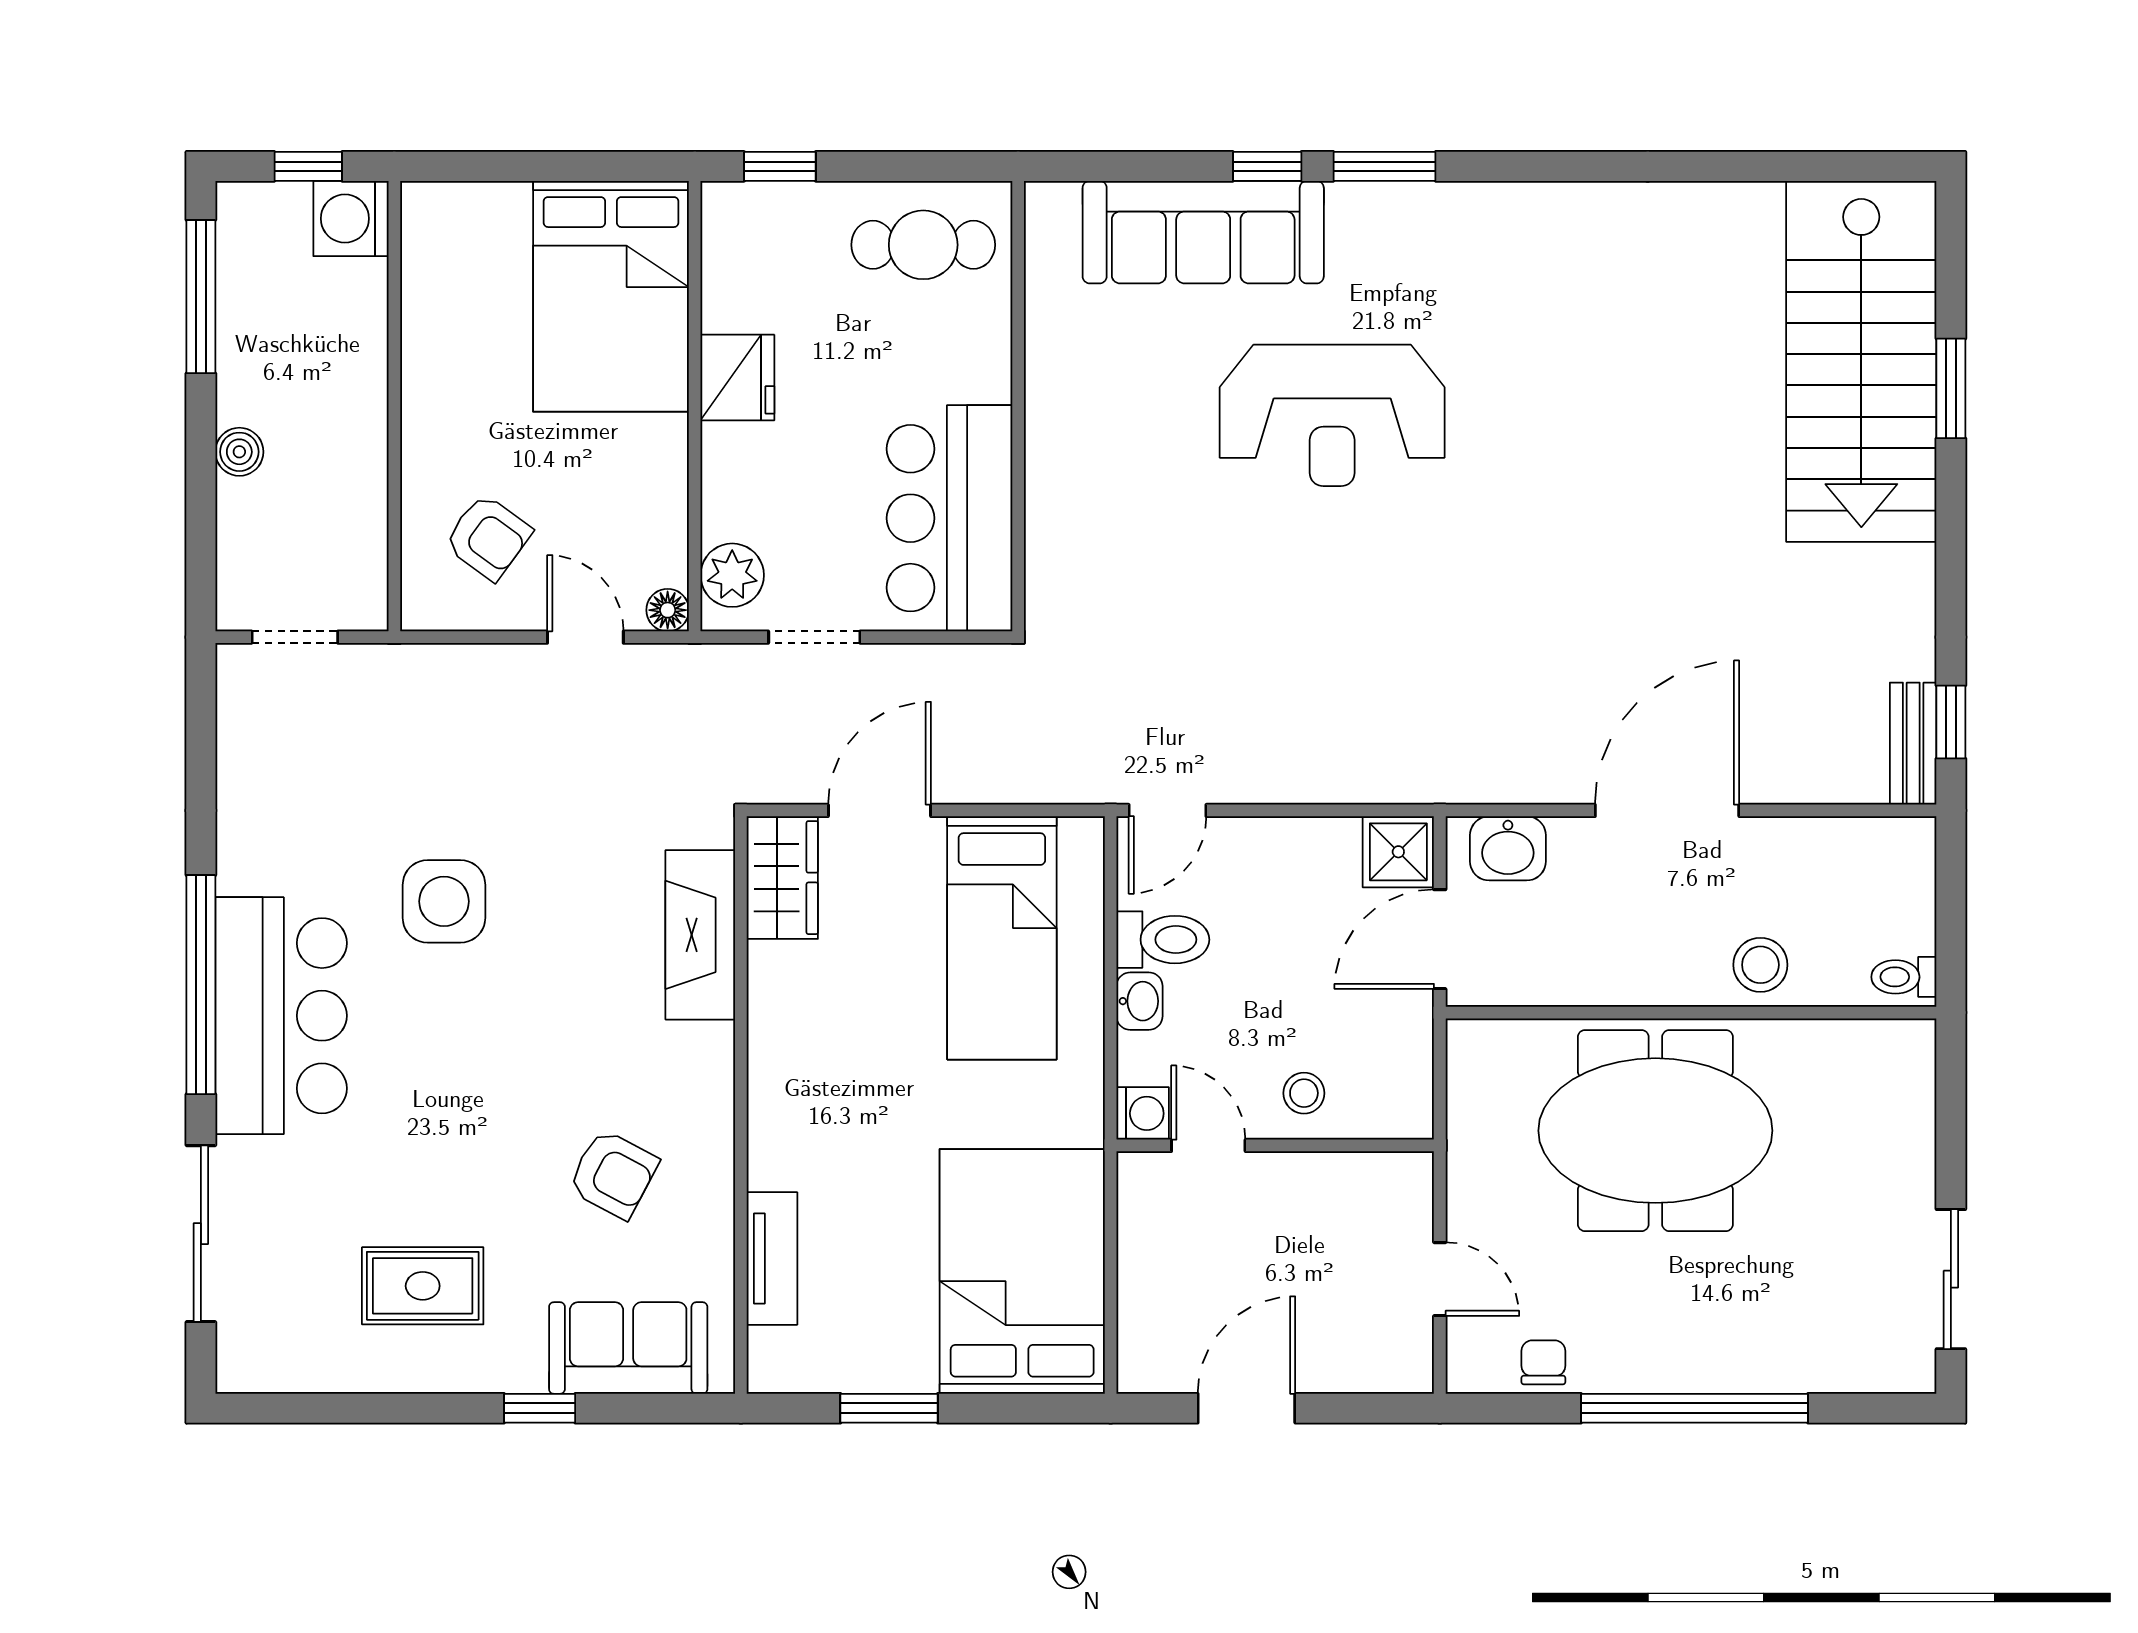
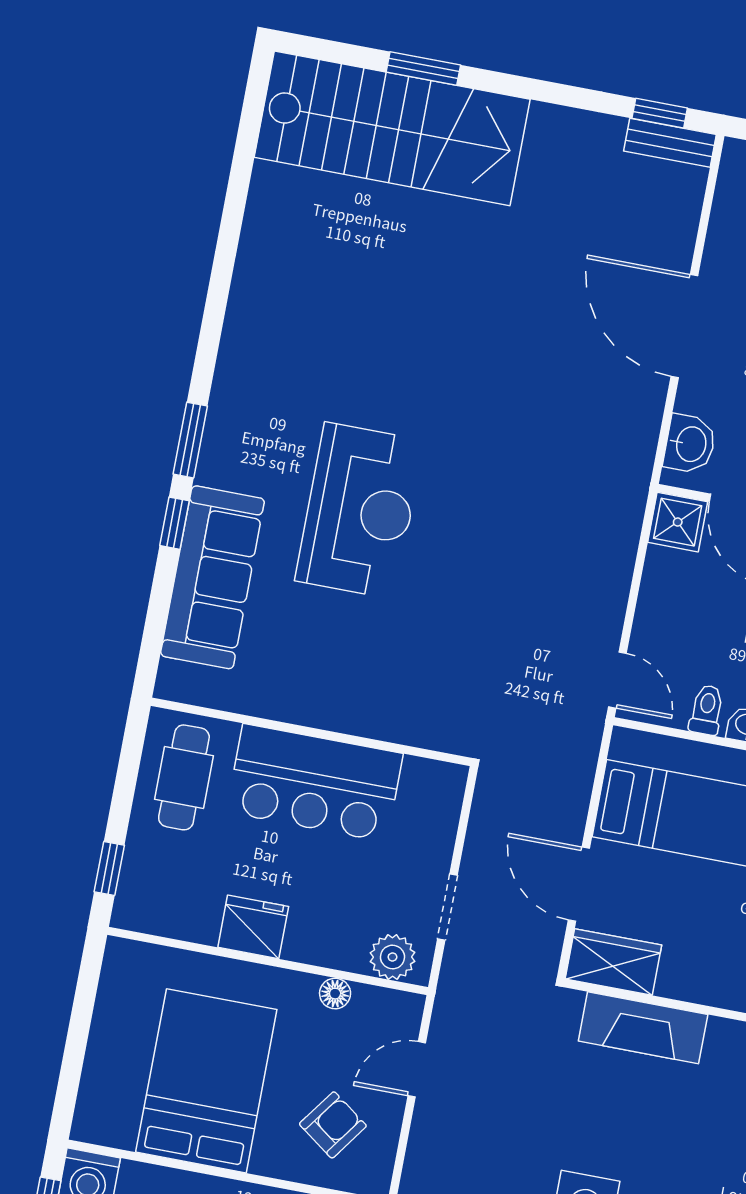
bed: (611, 296) -> (206, 1081), moved, turned -90
bar counter: (949, 518) -> (315, 783), moved
floor lamp: (668, 610) -> (335, 994), moved
toilet: (1163, 940) -> (707, 710), width x0.73, depth x0.72

